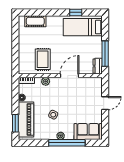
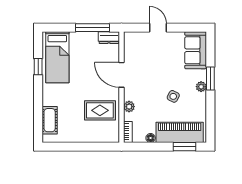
window: (67, 143) -> (210, 78), width x0.47

